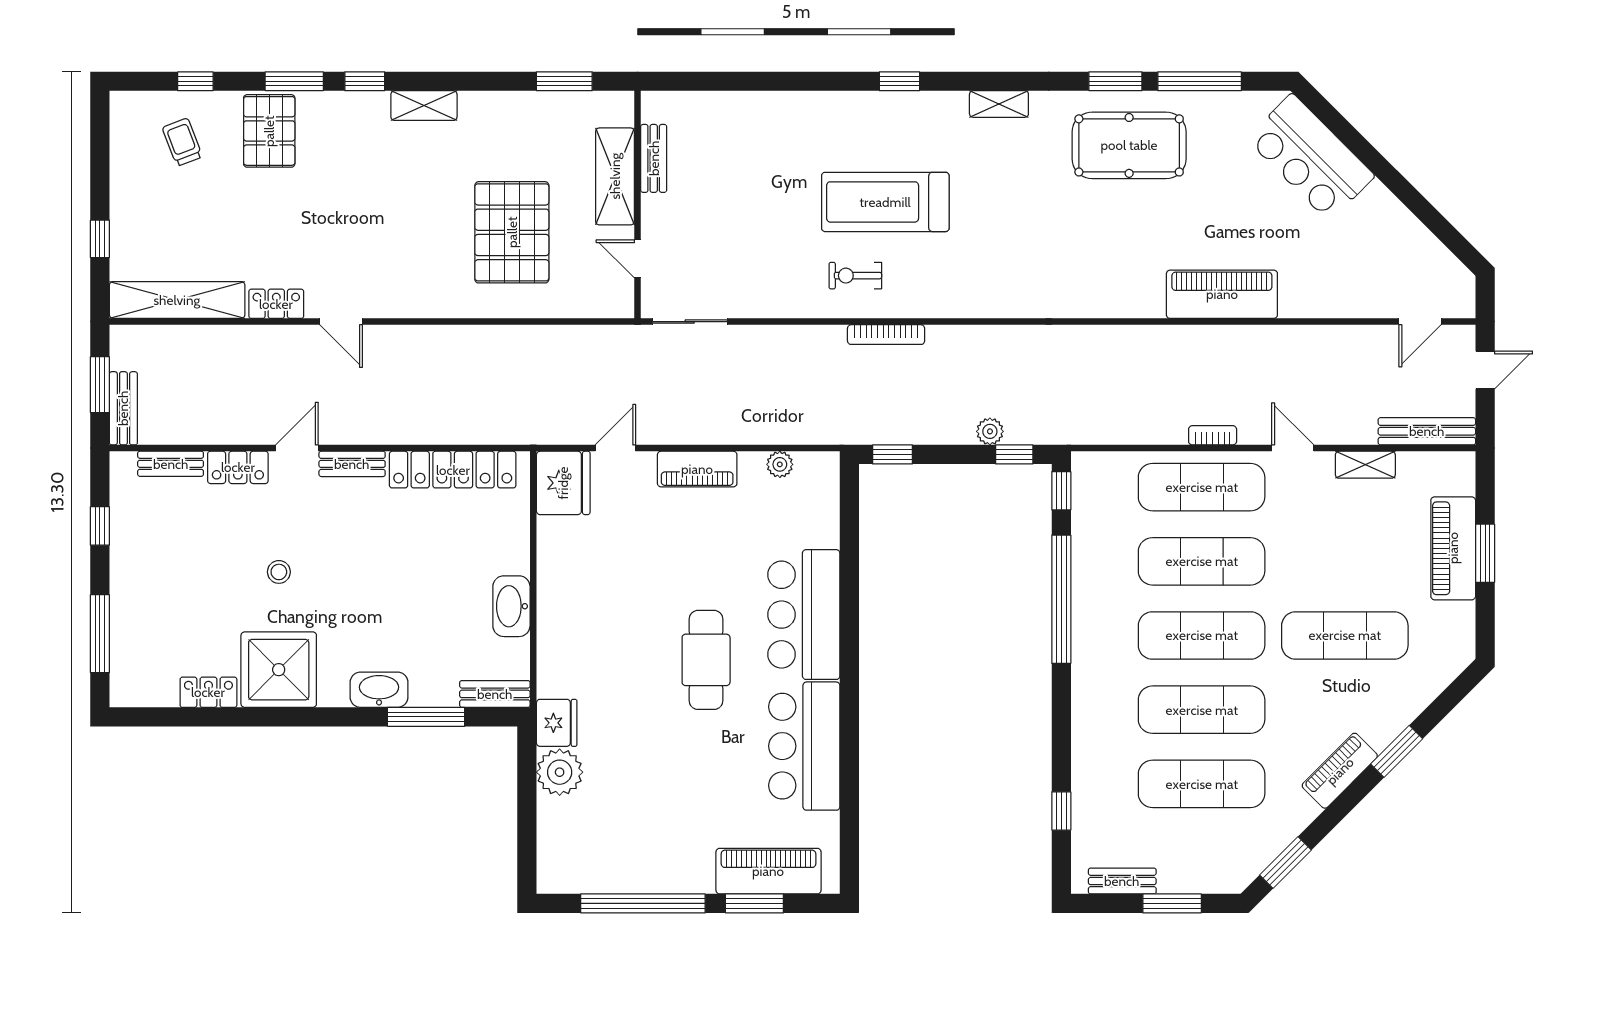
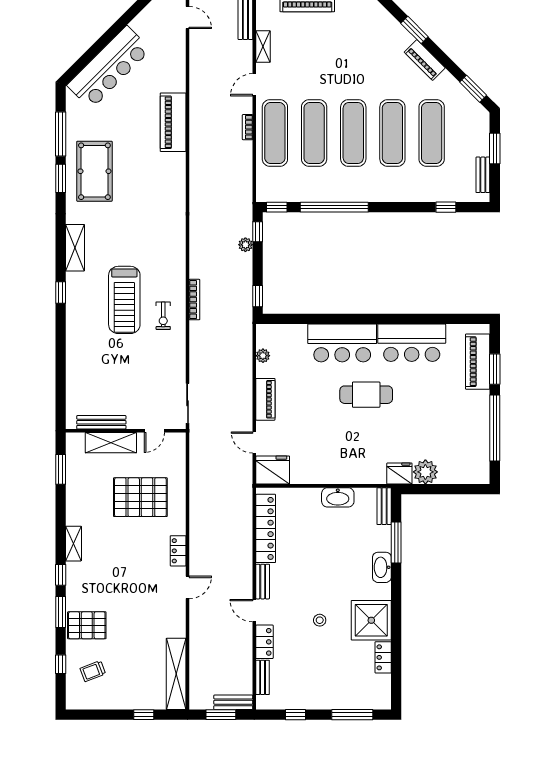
shelving: (999, 104) -> (75, 248), width x1.50, depth x1.33
bar counter: (1311, 157) -> (109, 67), width x1.36
bench: (654, 158) -> (101, 422), width x1.36
locker: (276, 304) -> (178, 551), moved
exercise mat: (1345, 635) -> (353, 57), removed

